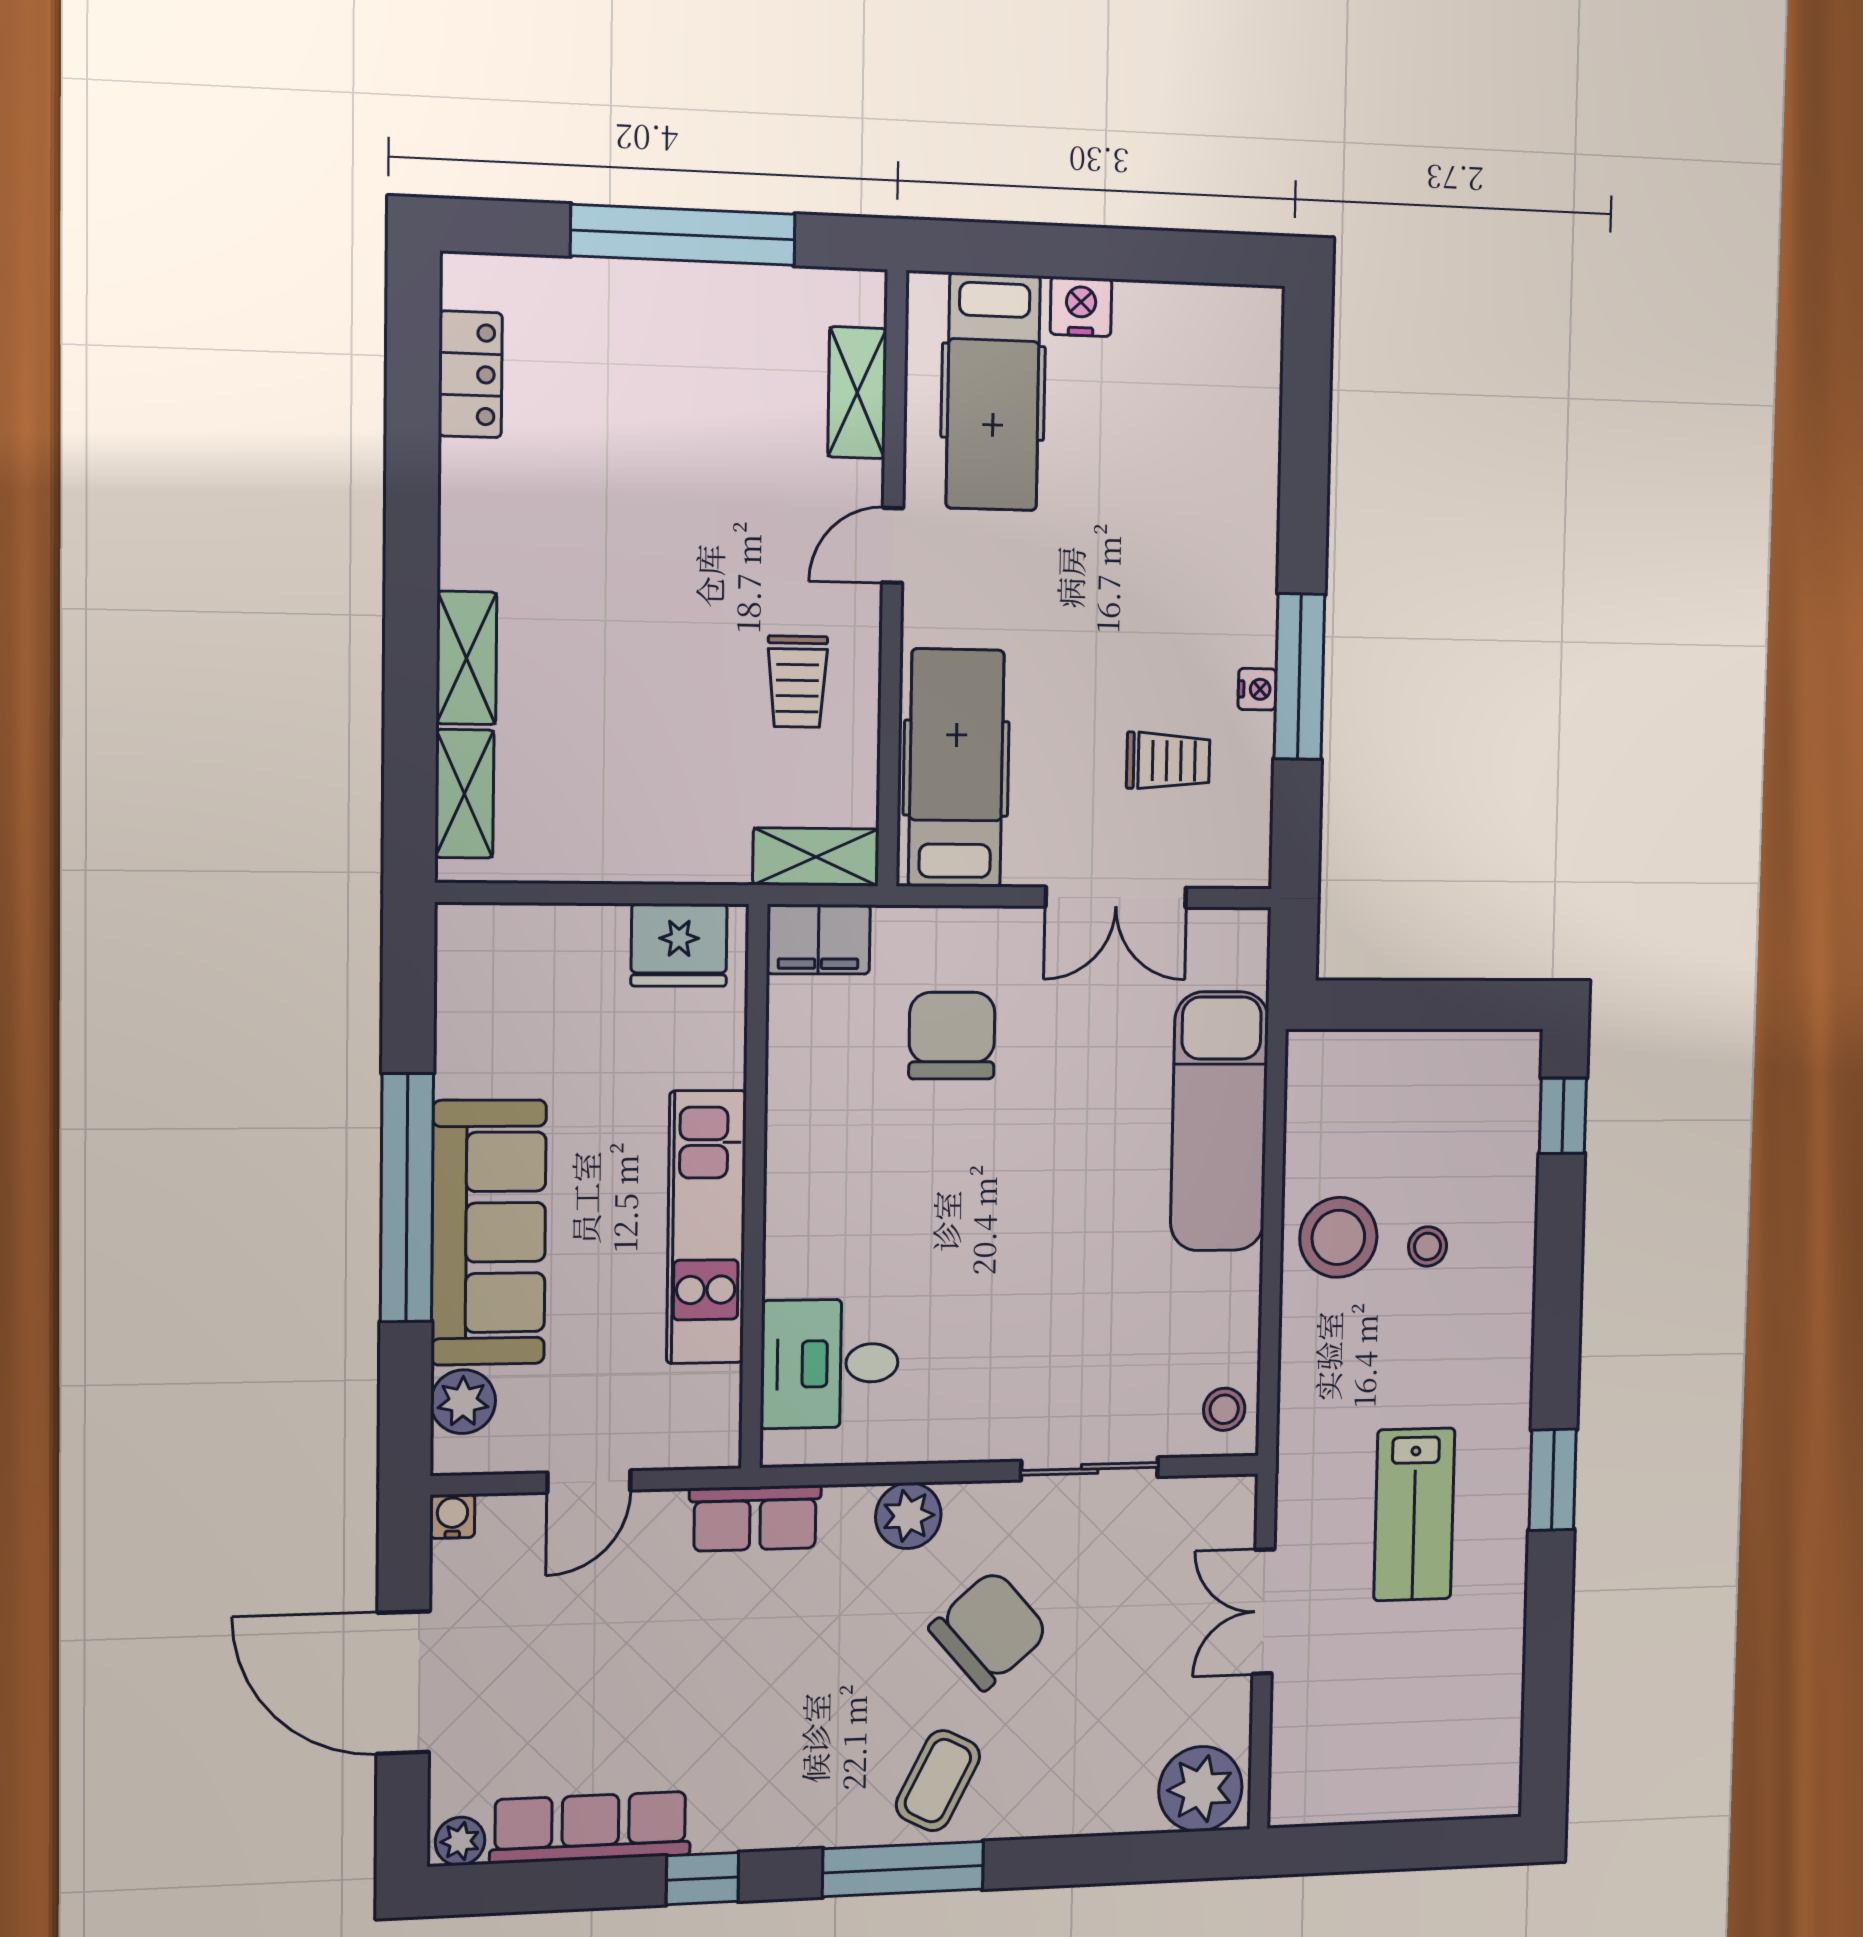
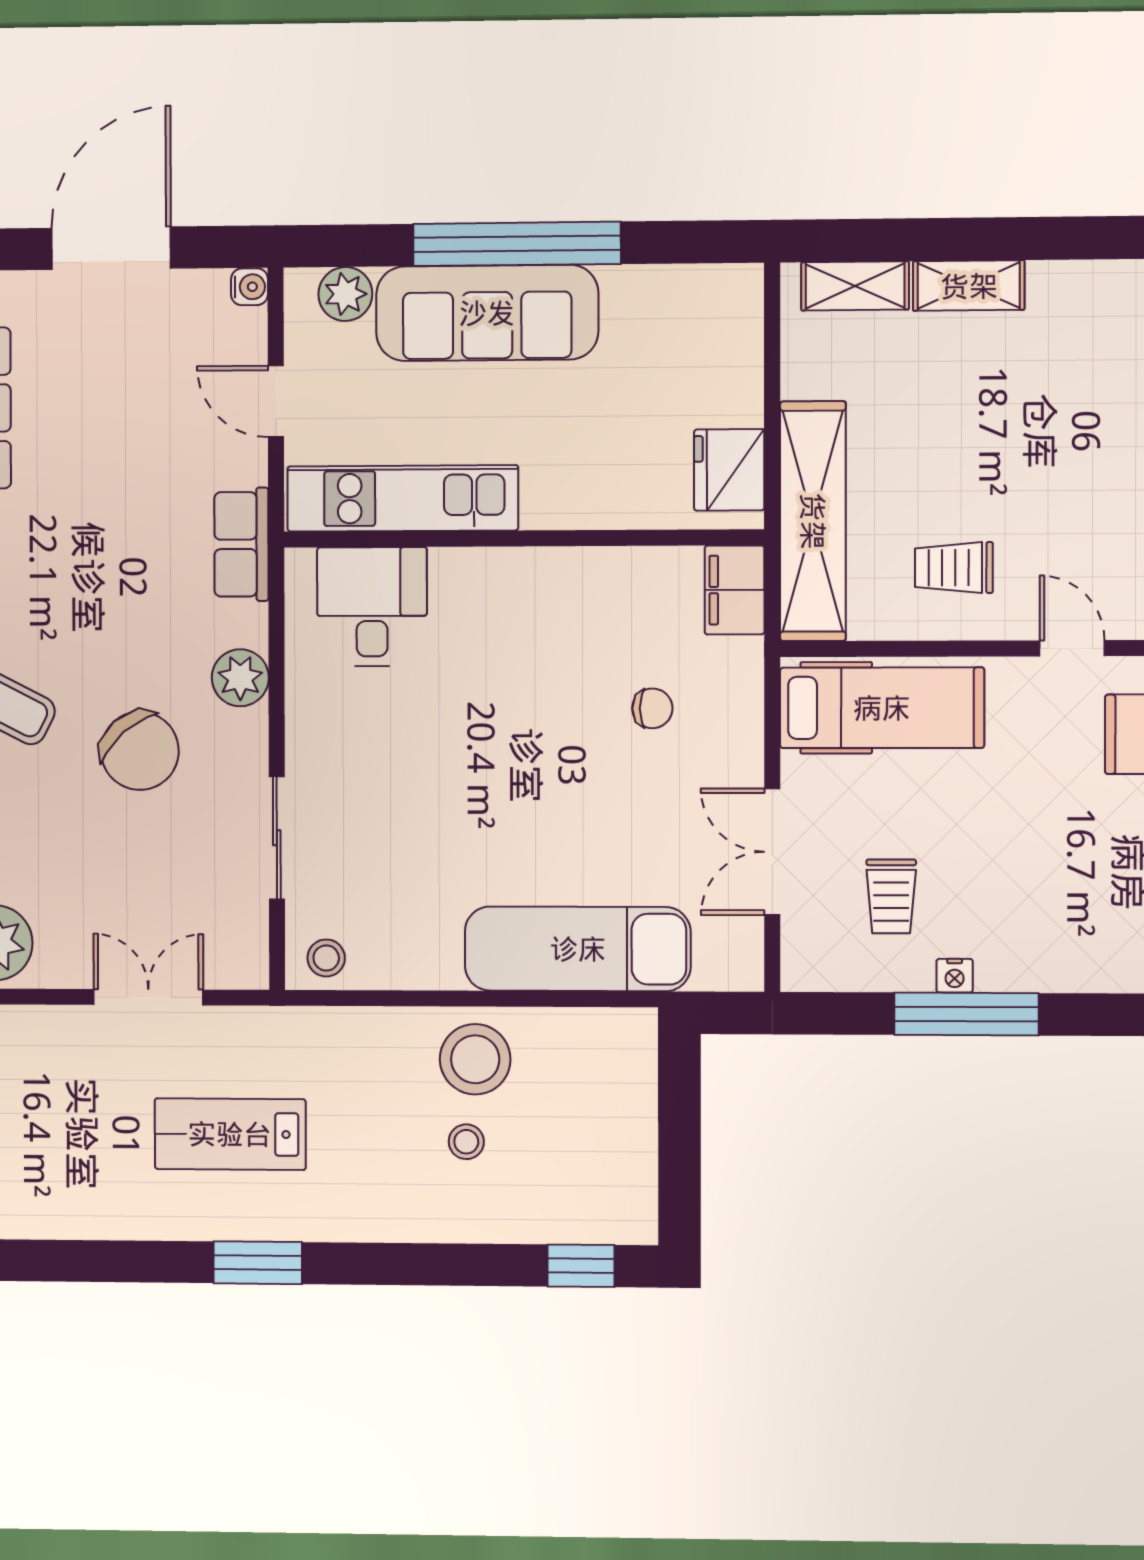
shelving: (816, 857) -> (813, 521), width x2.20, depth x1.33
chair: (952, 1036) -> (652, 708), width x0.54, depth x0.54
kitchen unit: (706, 1227) -> (403, 498), moved

